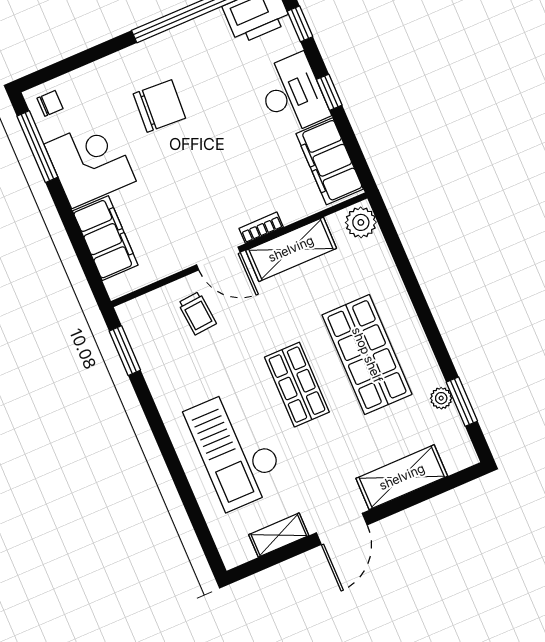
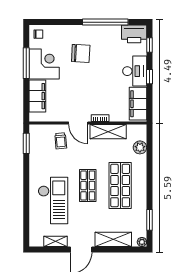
window: (37, 147) -> (26, 63), moved
plant: (361, 222) -> (140, 147), moved
plant: (441, 398) -> (142, 242), moved
checkout: (236, 449) -> (53, 200), turned 180

